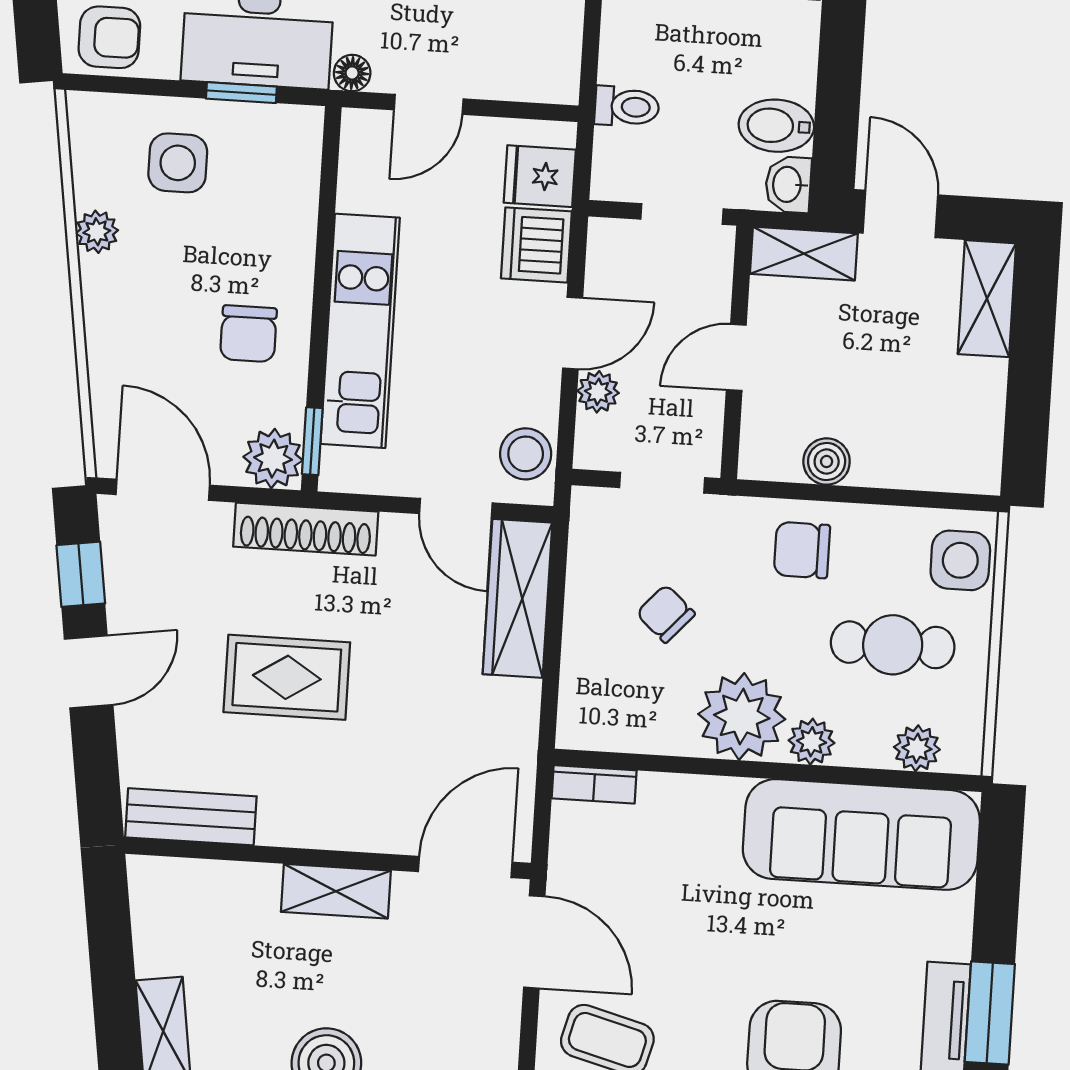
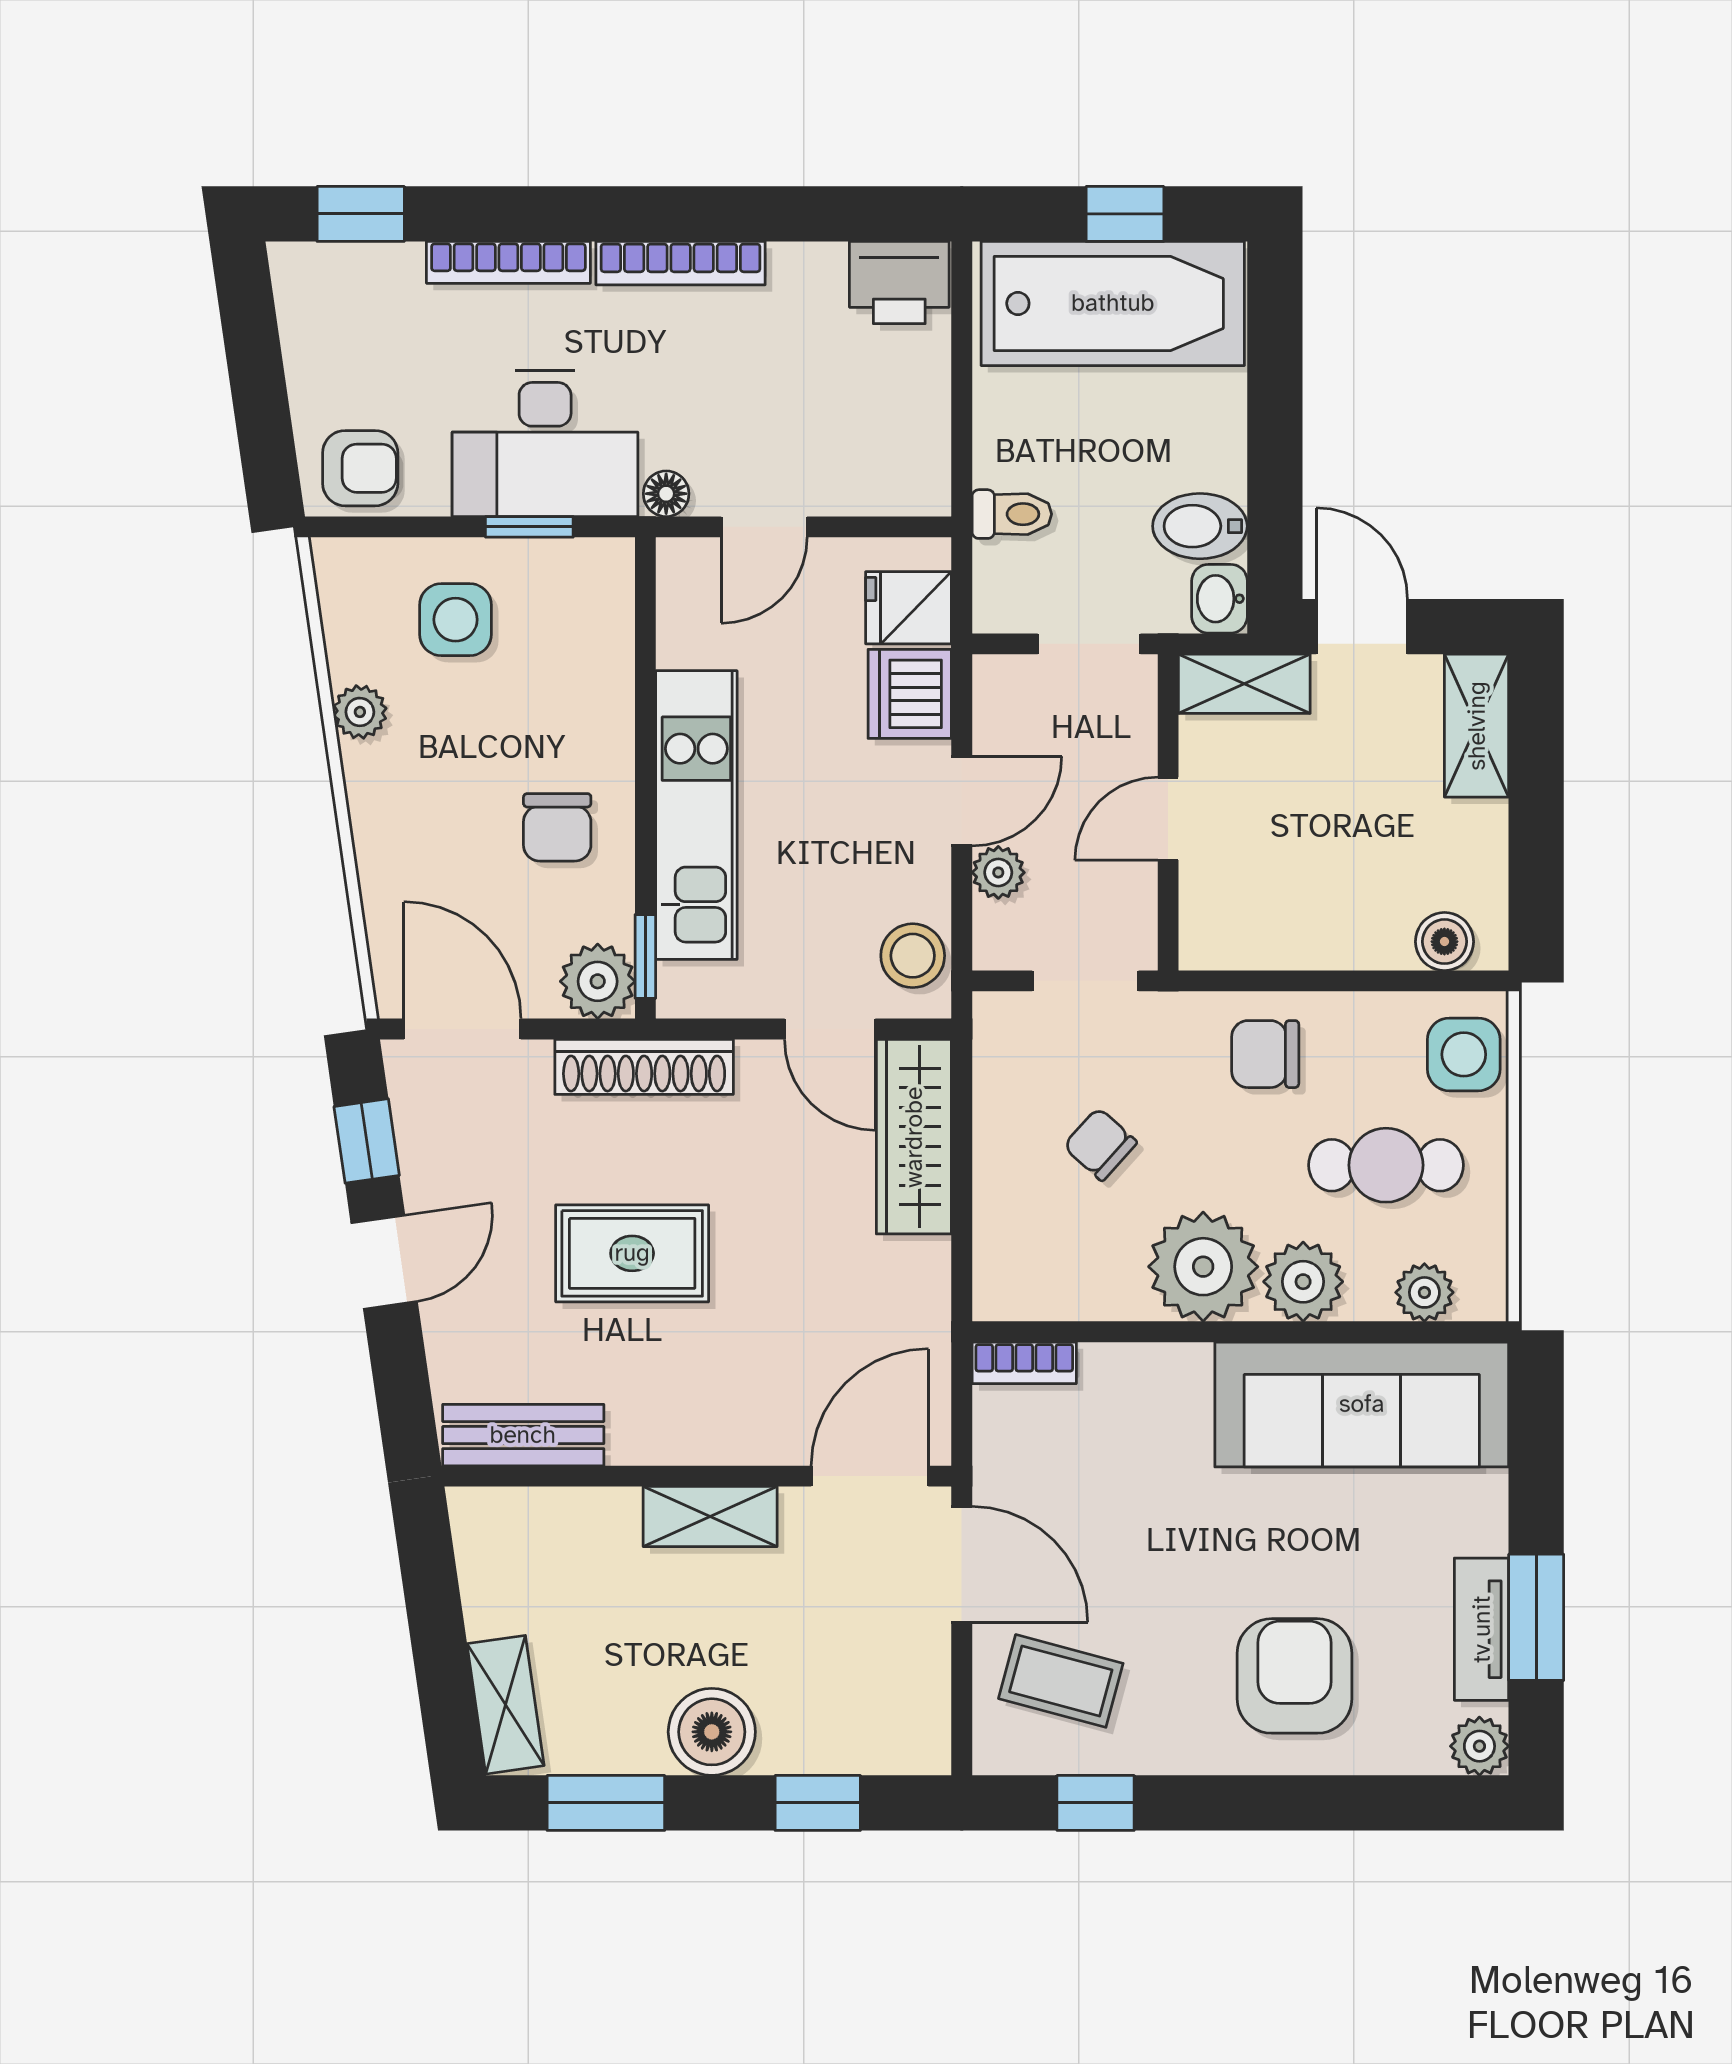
boiler: (827, 461) -> (1444, 942), moved
plant: (812, 742) -> (1303, 1282), width x1.38, depth x1.38

